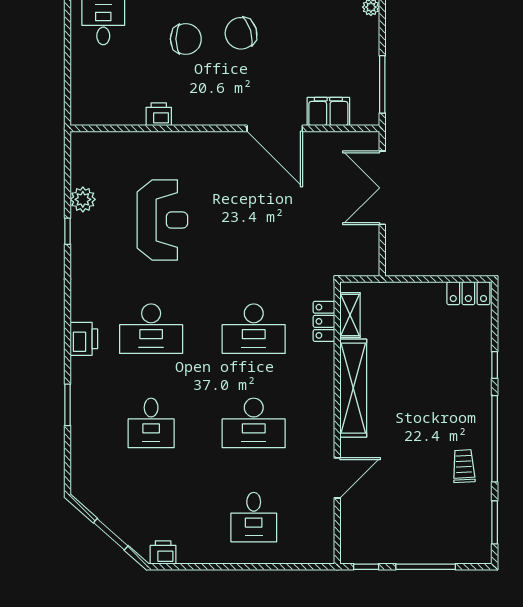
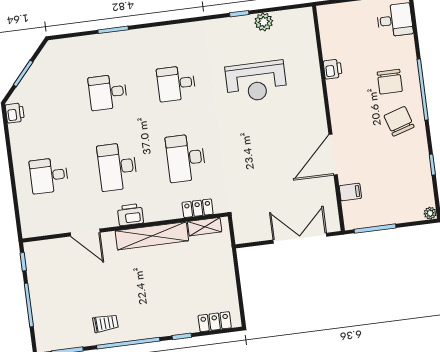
filing cabinet: (328, 112) -> (350, 192), width x0.50
locker: (468, 293) -> (215, 322), moved, turned 90
desk: (151, 329) -> (176, 83), width x0.73
printer: (84, 339) -> (130, 215), moved, turned 180

